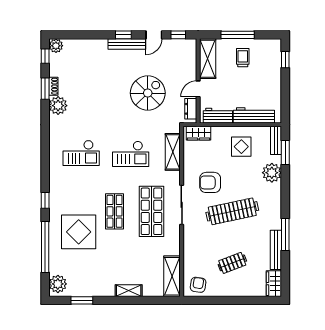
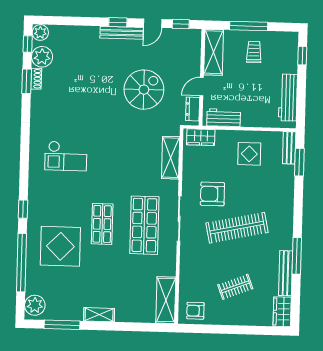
plant: (58, 106) -> (42, 57), moved
workbench: (254, 115) -> (288, 98), moved, turned -90
checkout: (131, 154) -> (122, 159), removed
plant: (272, 173) -> (283, 185), removed
armchair: (198, 285) -> (195, 311), turned -99
shelving: (129, 291) -> (99, 315), moved
window: (82, 300) -> (62, 325), width x1.44

